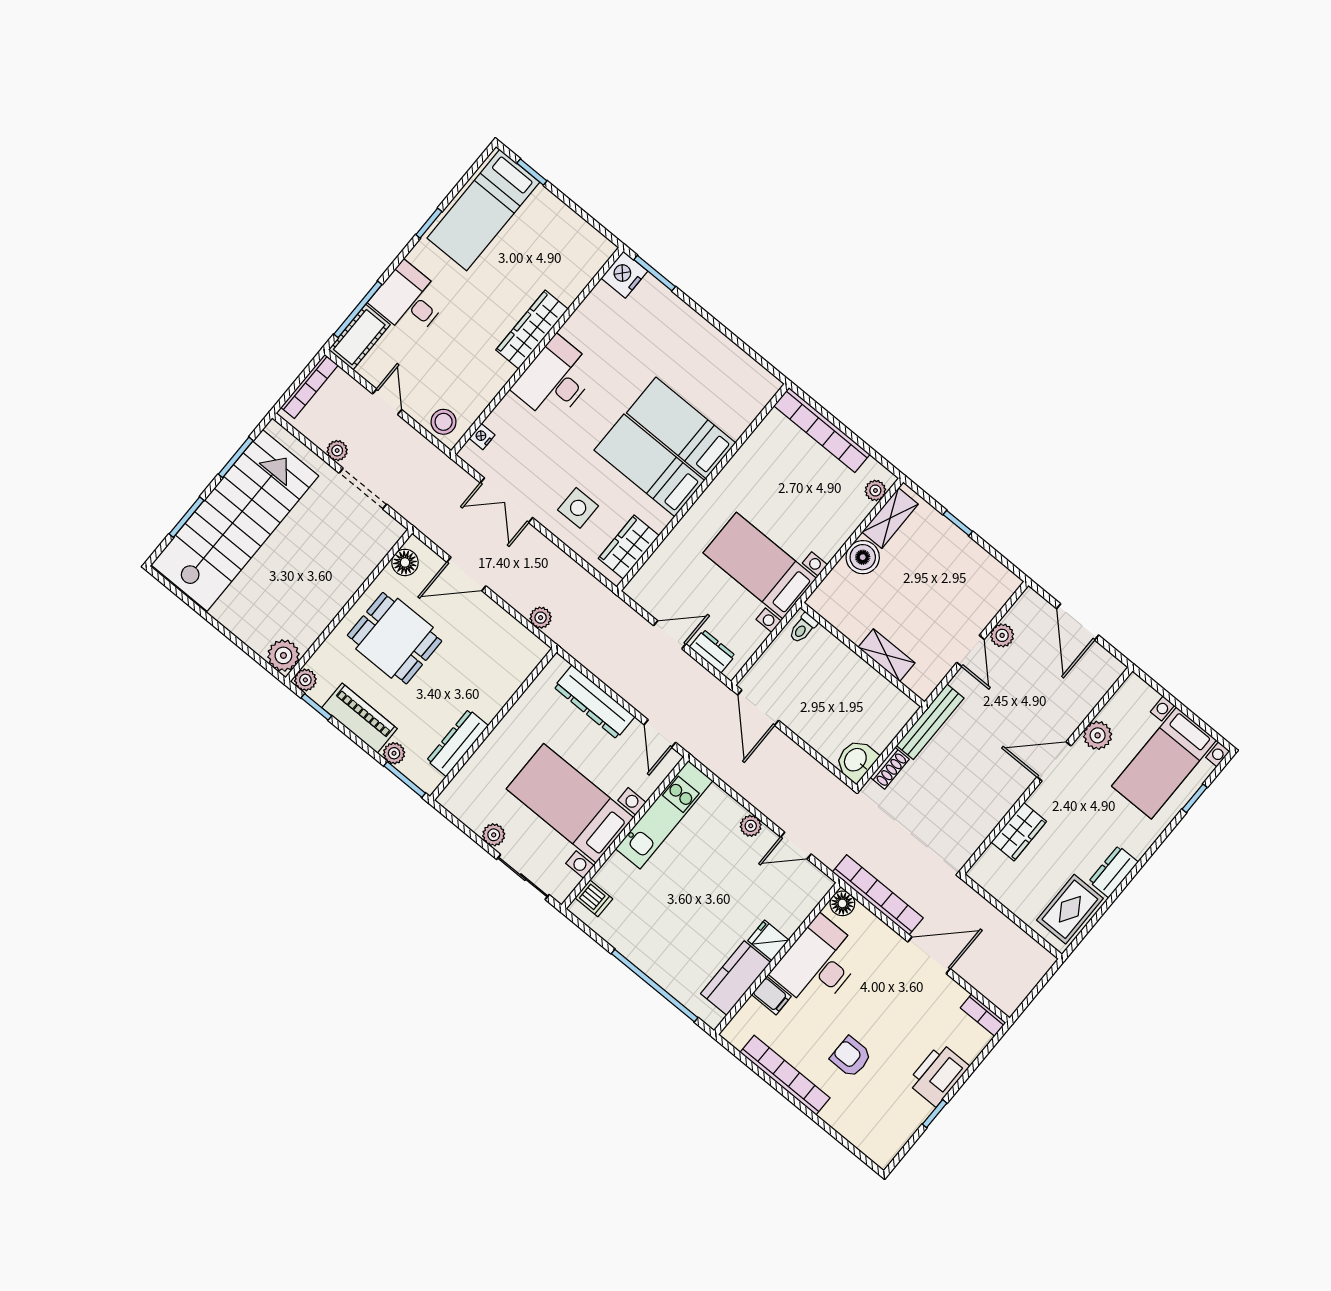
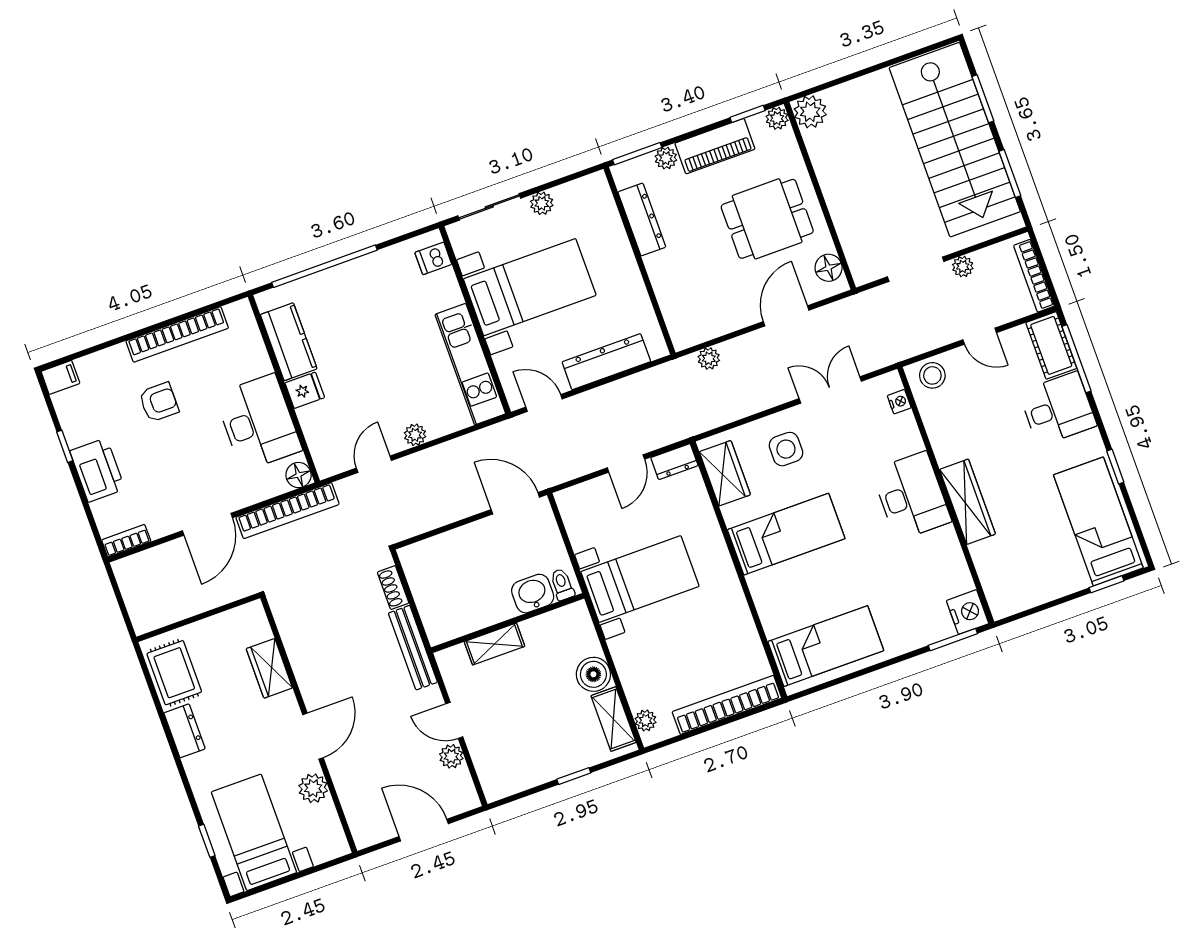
bed: (681, 428) -> (826, 646), moved
dresser: (712, 651) -> (674, 462), moved
washbasin: (856, 760) -> (533, 594), moved, turned -90
filing cabinet: (771, 996) -> (60, 377), moved, turned 180

